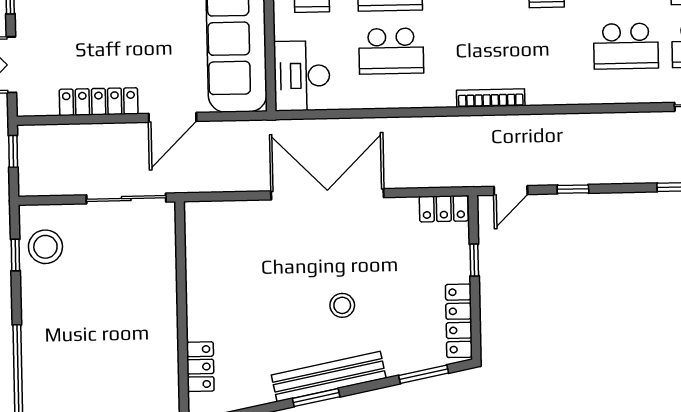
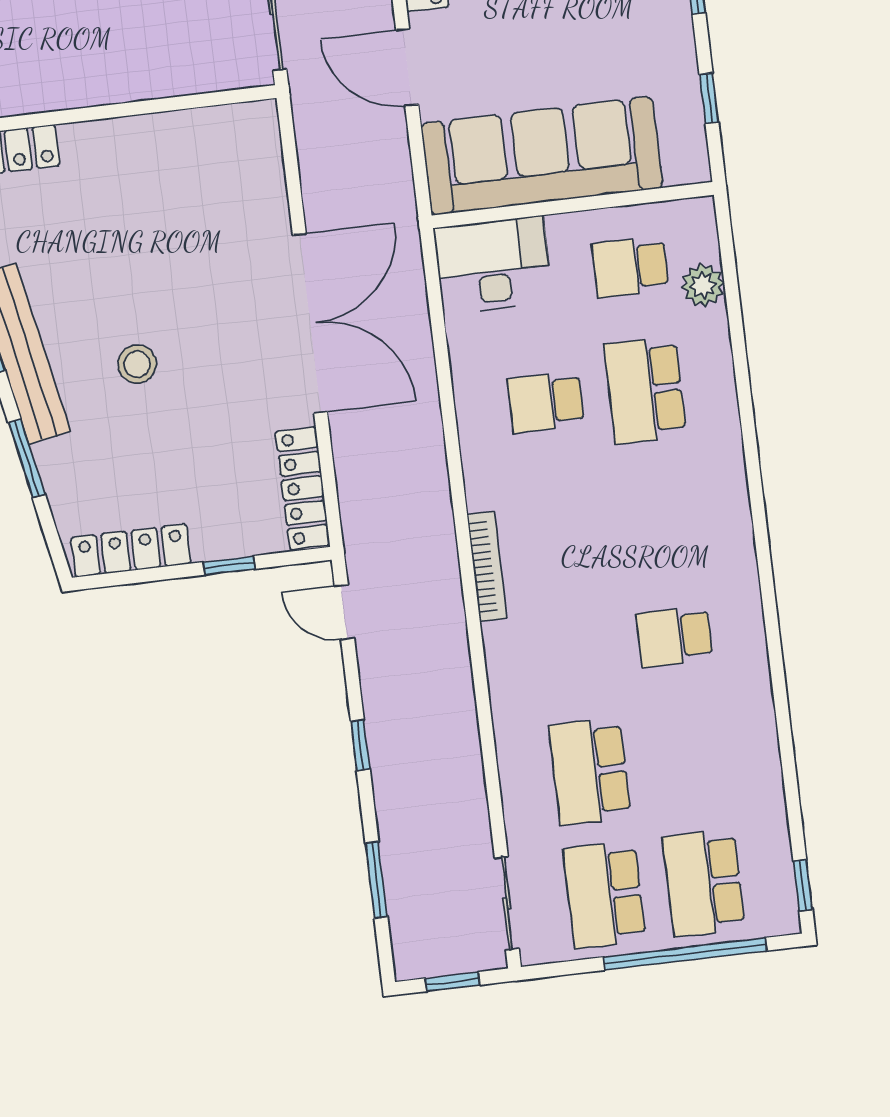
school desk: (391, 51) -> (546, 402), width x0.54
window: (573, 189) -> (360, 745), moved
locker: (444, 209) -> (303, 488), width x1.53
window: (424, 374) -> (27, 458), moved

